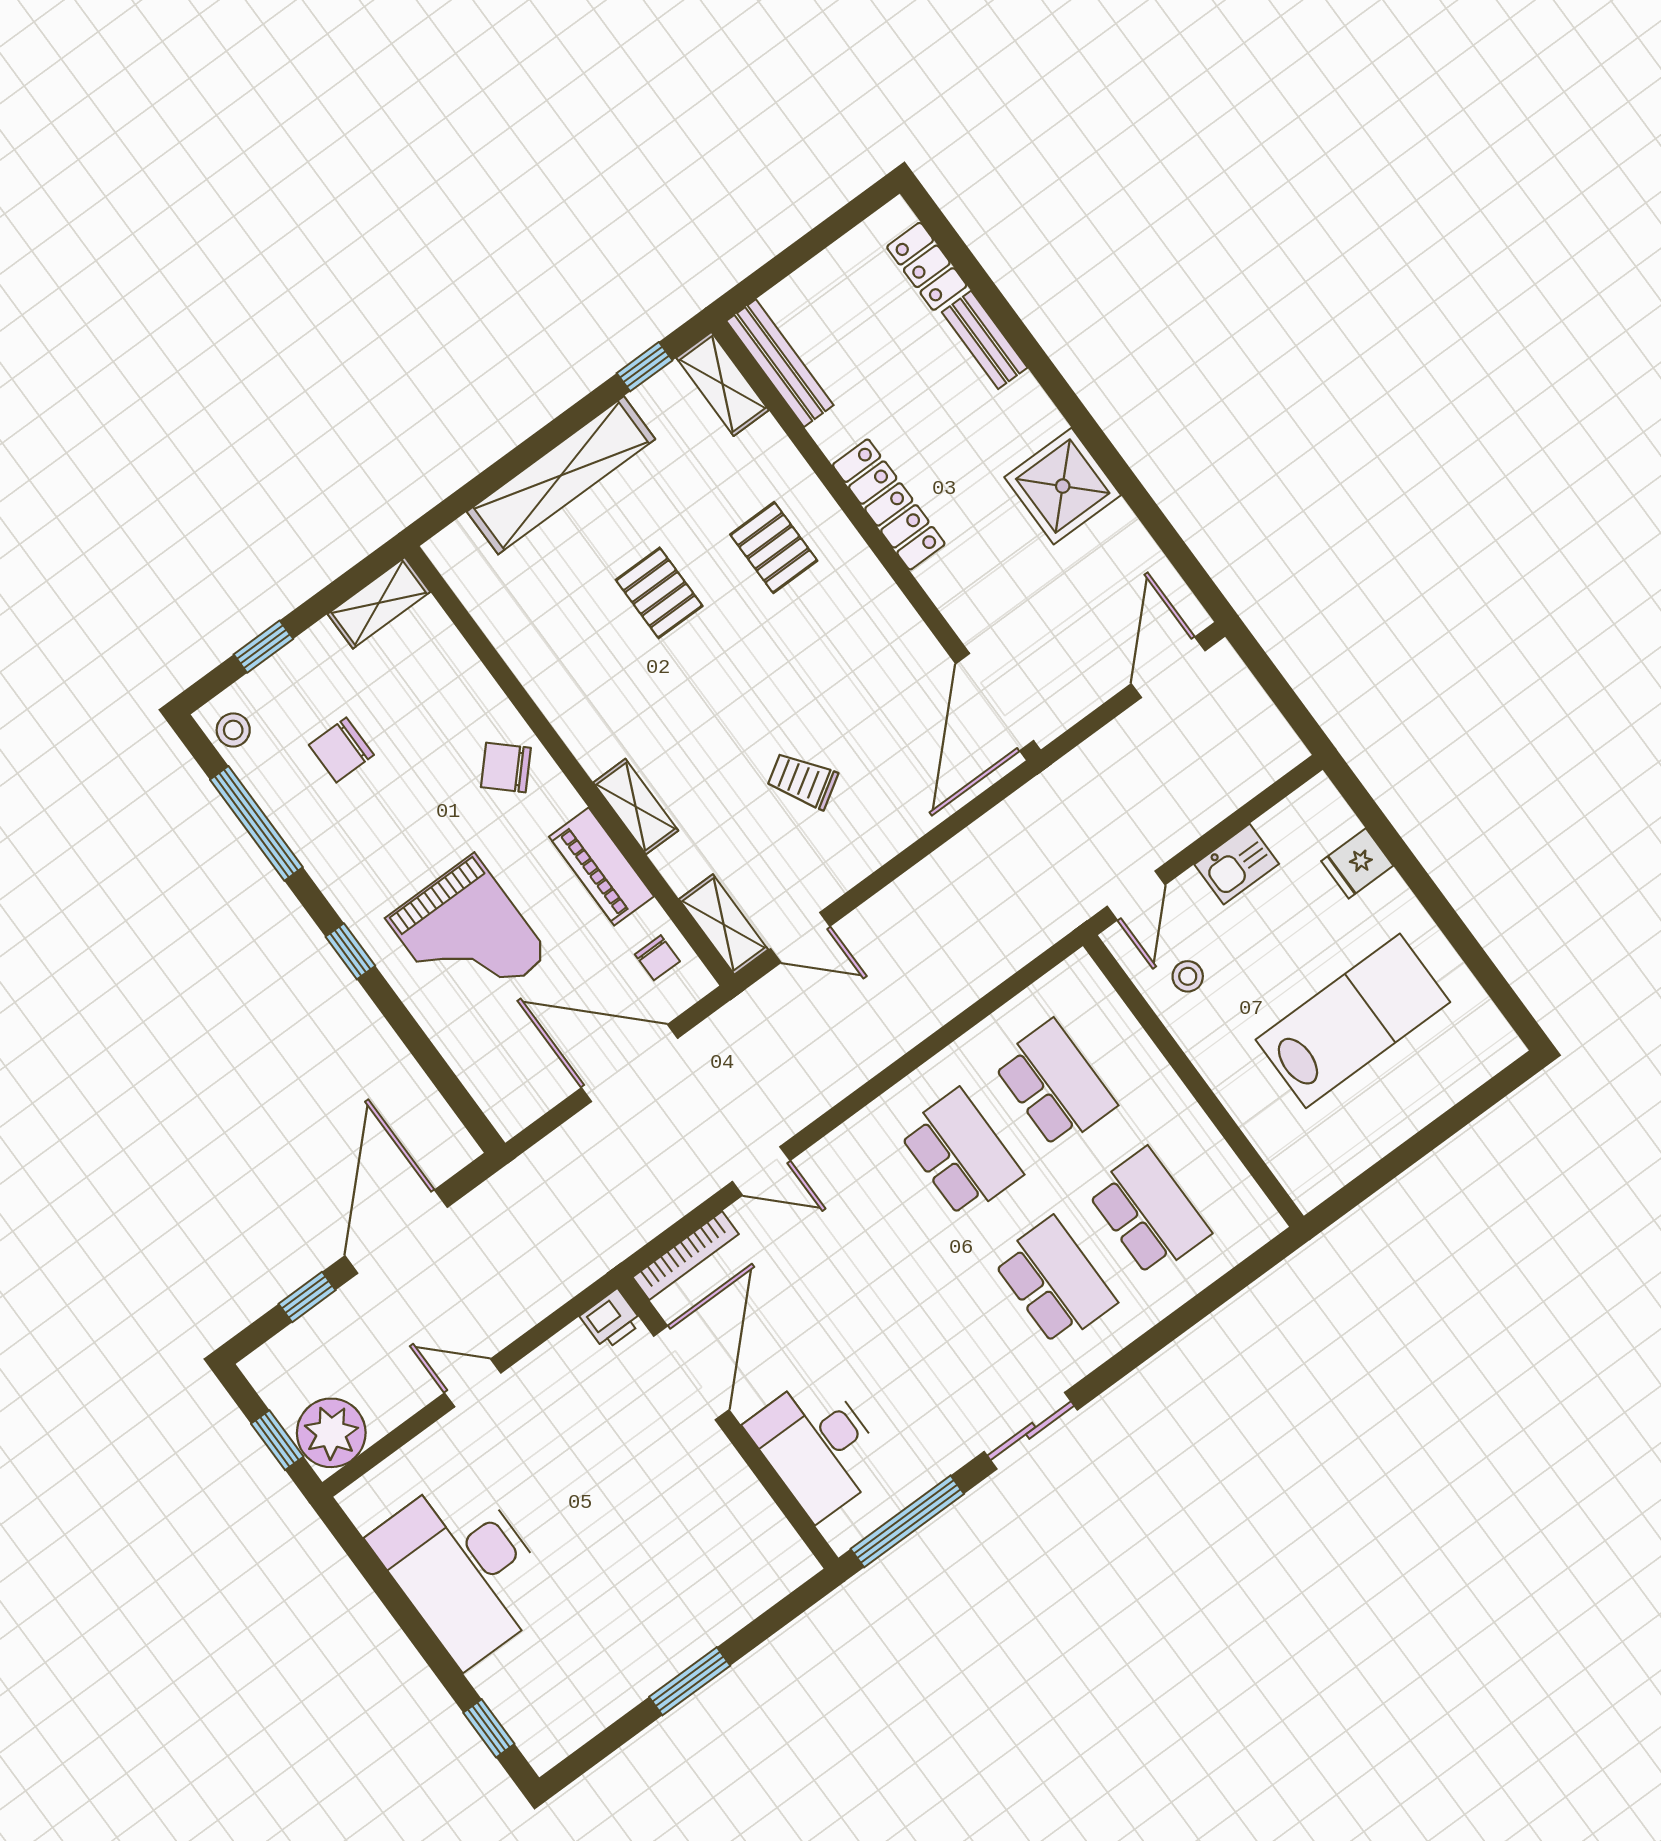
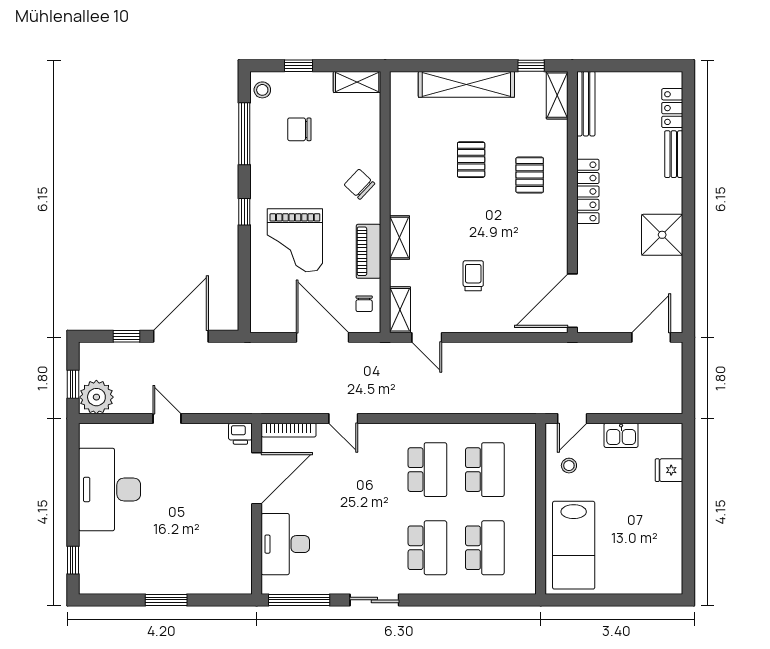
trolley: (802, 781) -> (473, 276), turned 32
lab bench: (1353, 1021) -> (574, 545), moved, turned 90

